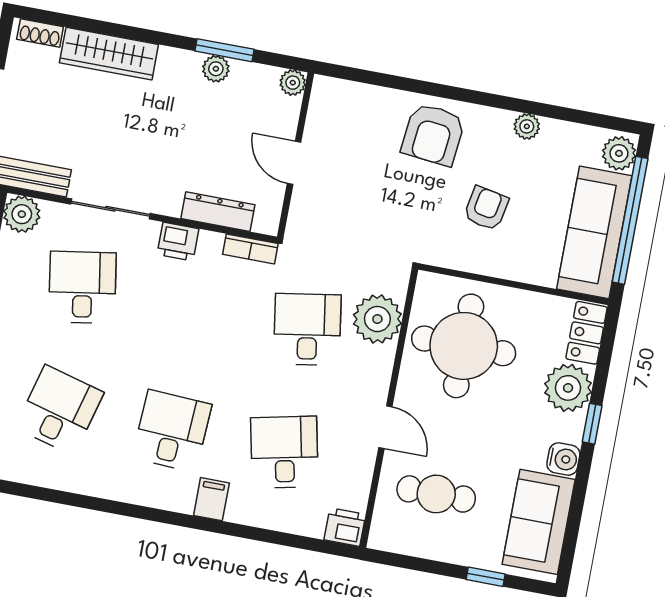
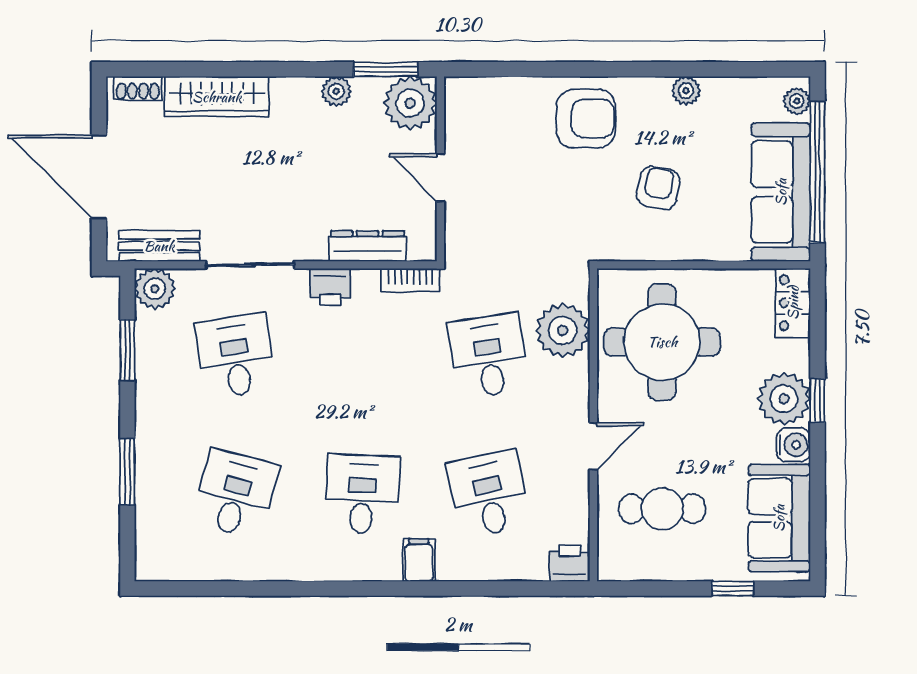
window: (224, 50) -> (386, 69), moved
plant: (293, 83) -> (410, 103), width x1.87, depth x1.87
armchair: (433, 134) -> (586, 118), turned -96
plant: (619, 153) -> (797, 101), width x0.73, depth x0.73
plant: (568, 388) -> (784, 399), moved
door: (385, 427) -> (593, 446), hinge flipped

